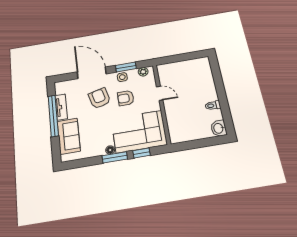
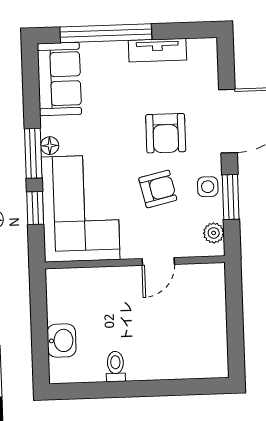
armchair: (99, 98) -> (166, 133), turned 104
armchair: (126, 98) -> (158, 189), turned 77
window: (53, 116) -> (106, 33), moved
washbasin: (219, 128) -> (62, 341), moved, turned 90
sofa: (69, 136) -> (59, 79), moved, turned -90

